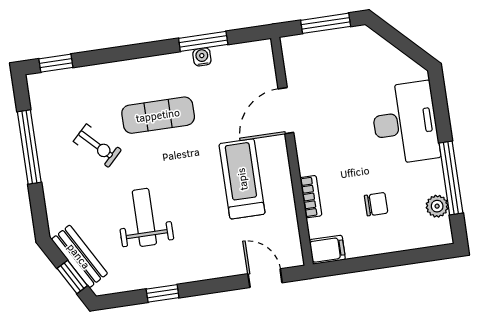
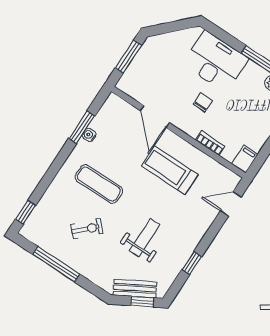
exercise mat: (158, 115) -> (99, 184), turned 90
chair: (376, 204) -> (203, 102), moved
weight bench: (144, 217) -> (145, 238), turned 90

